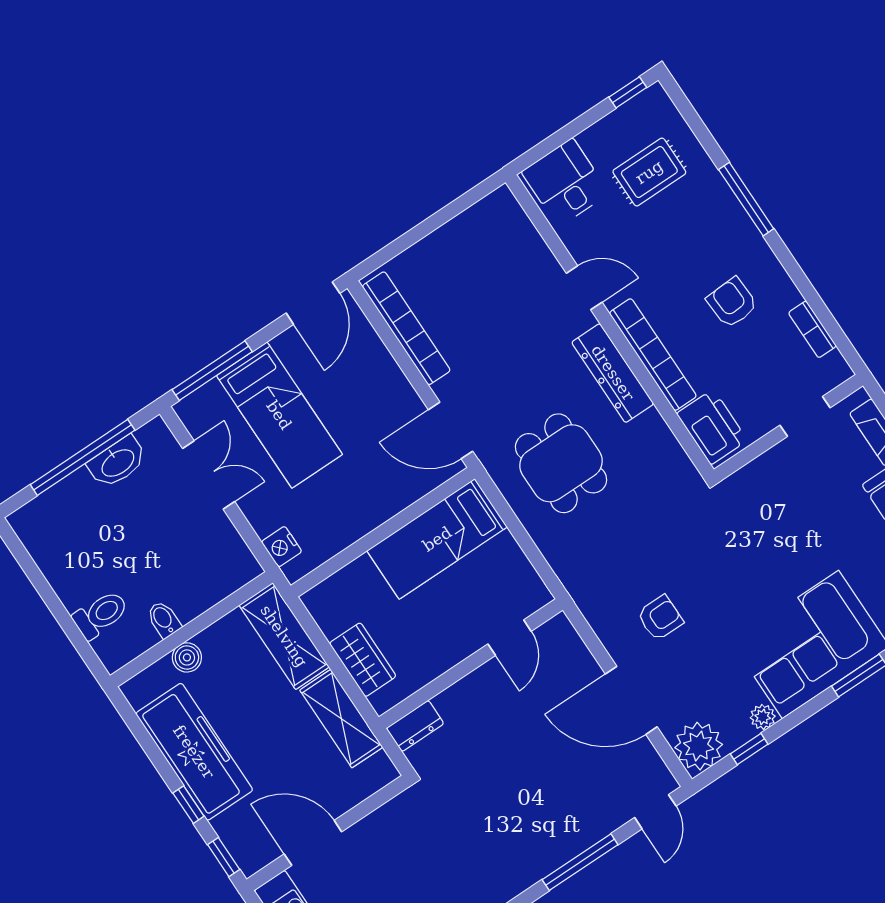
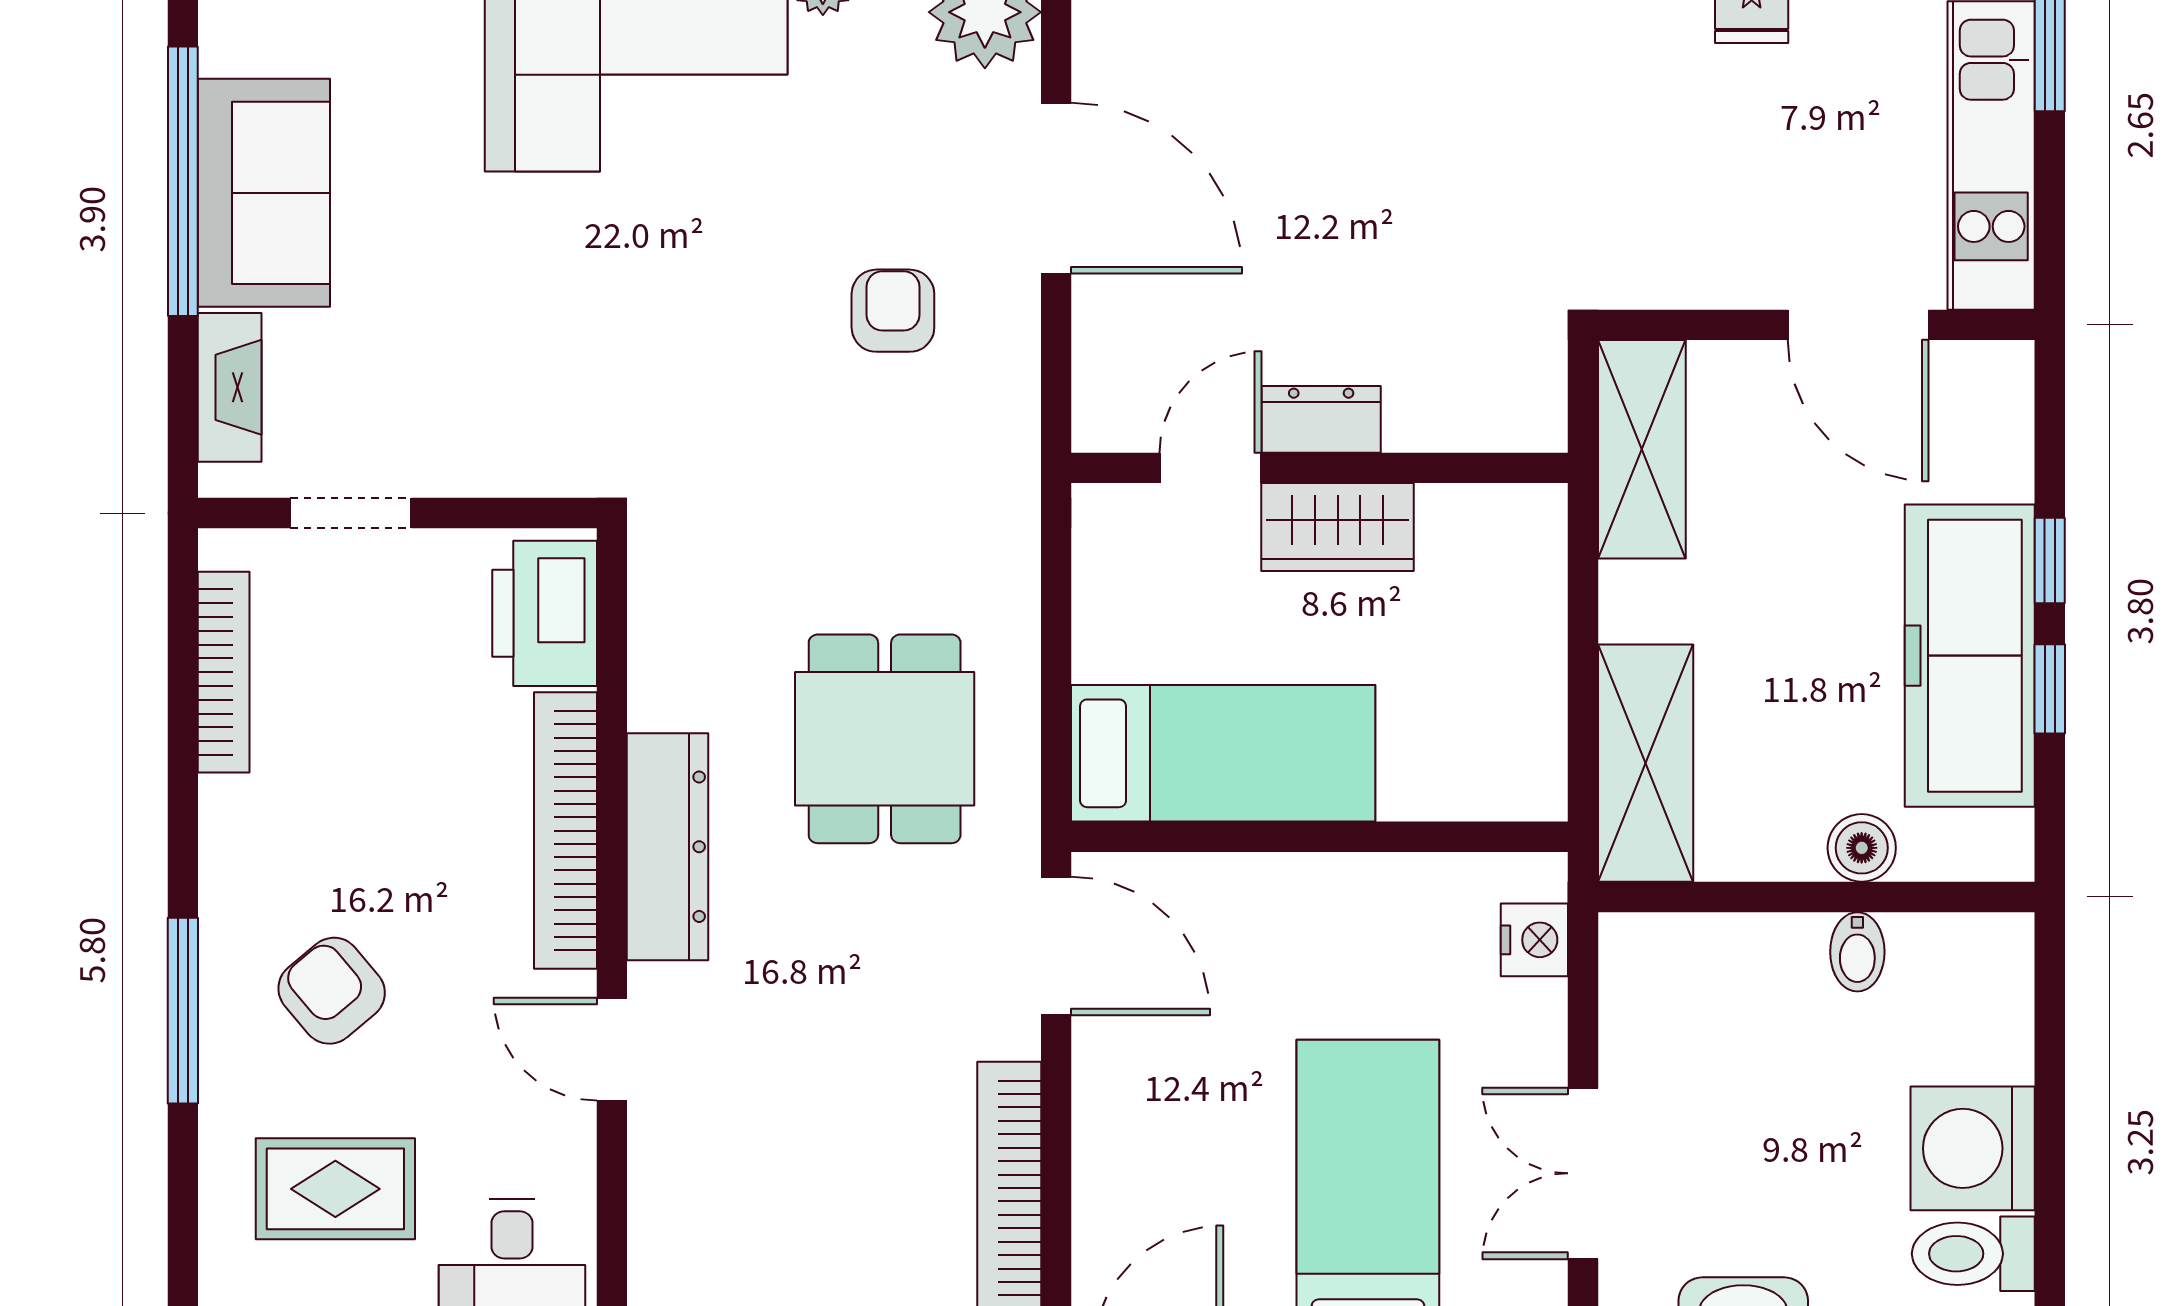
armchair: (732, 303) -> (332, 991), moved, turned 143
bookcase: (812, 329) -> (224, 672), width x1.56
washing machine: (76, 577) -> (1973, 1148), added
toilet: (101, 615) -> (1973, 1254), moved
armchair: (660, 618) -> (893, 311), turned 90
wardrobe: (363, 660) -> (1338, 527), moved, turned -90
shelving: (341, 719) -> (1642, 449), moved
dresser: (415, 726) -> (1321, 419), moved
window: (224, 857) -> (2050, 689), moved

